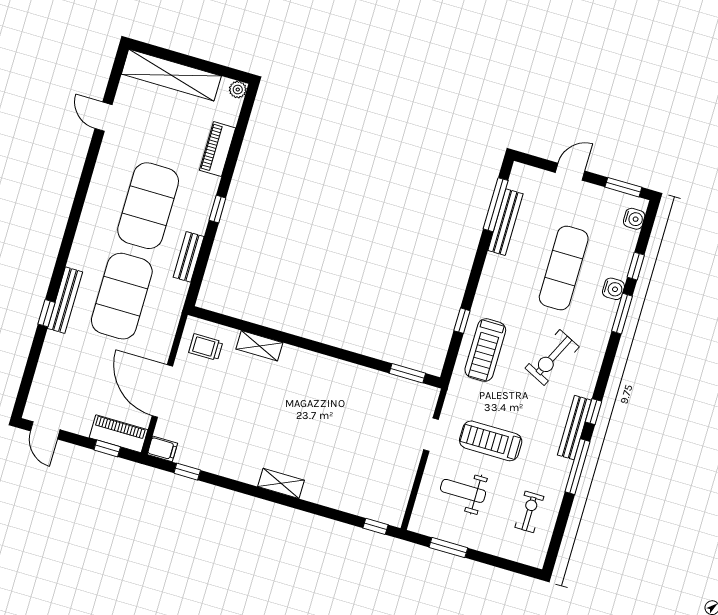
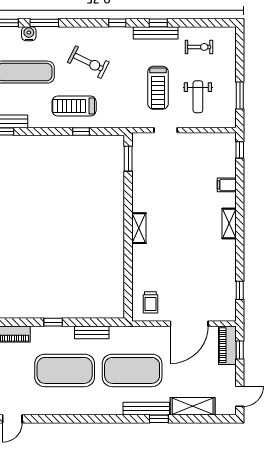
shelving: (259, 346) -> (139, 228), moved
treadmill: (485, 350) -> (74, 106), moved, turned 180
shelving: (50, 363) -> (193, 406), added
bench: (574, 428) -> (156, 33), moved
filing cabinet: (162, 449) -> (227, 185), moved, turned -90
window: (578, 467) -> (158, 23), width x0.46
exercise bike: (529, 512) -> (199, 47), turned 180

